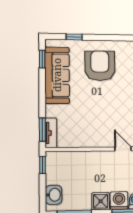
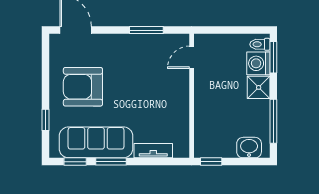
window: (42, 130) -> (111, 162), moved
tv unit: (51, 133) -> (153, 151), moved

